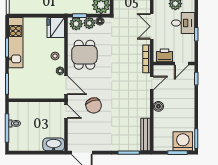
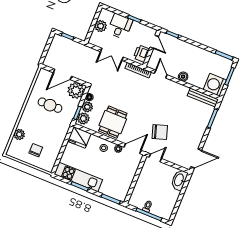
dining table: (84, 55) -> (113, 122), turned 90
washing machine: (183, 141) -> (215, 85), moved

